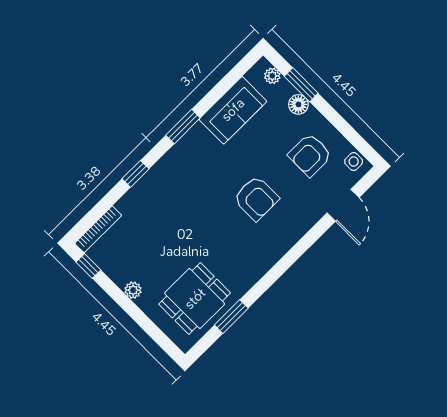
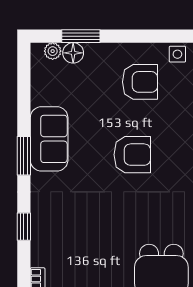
floor lamp: (298, 104) -> (73, 53), moved
sofa: (233, 110) -> (49, 139), moved
armchair: (310, 155) -> (140, 82), turned -90

